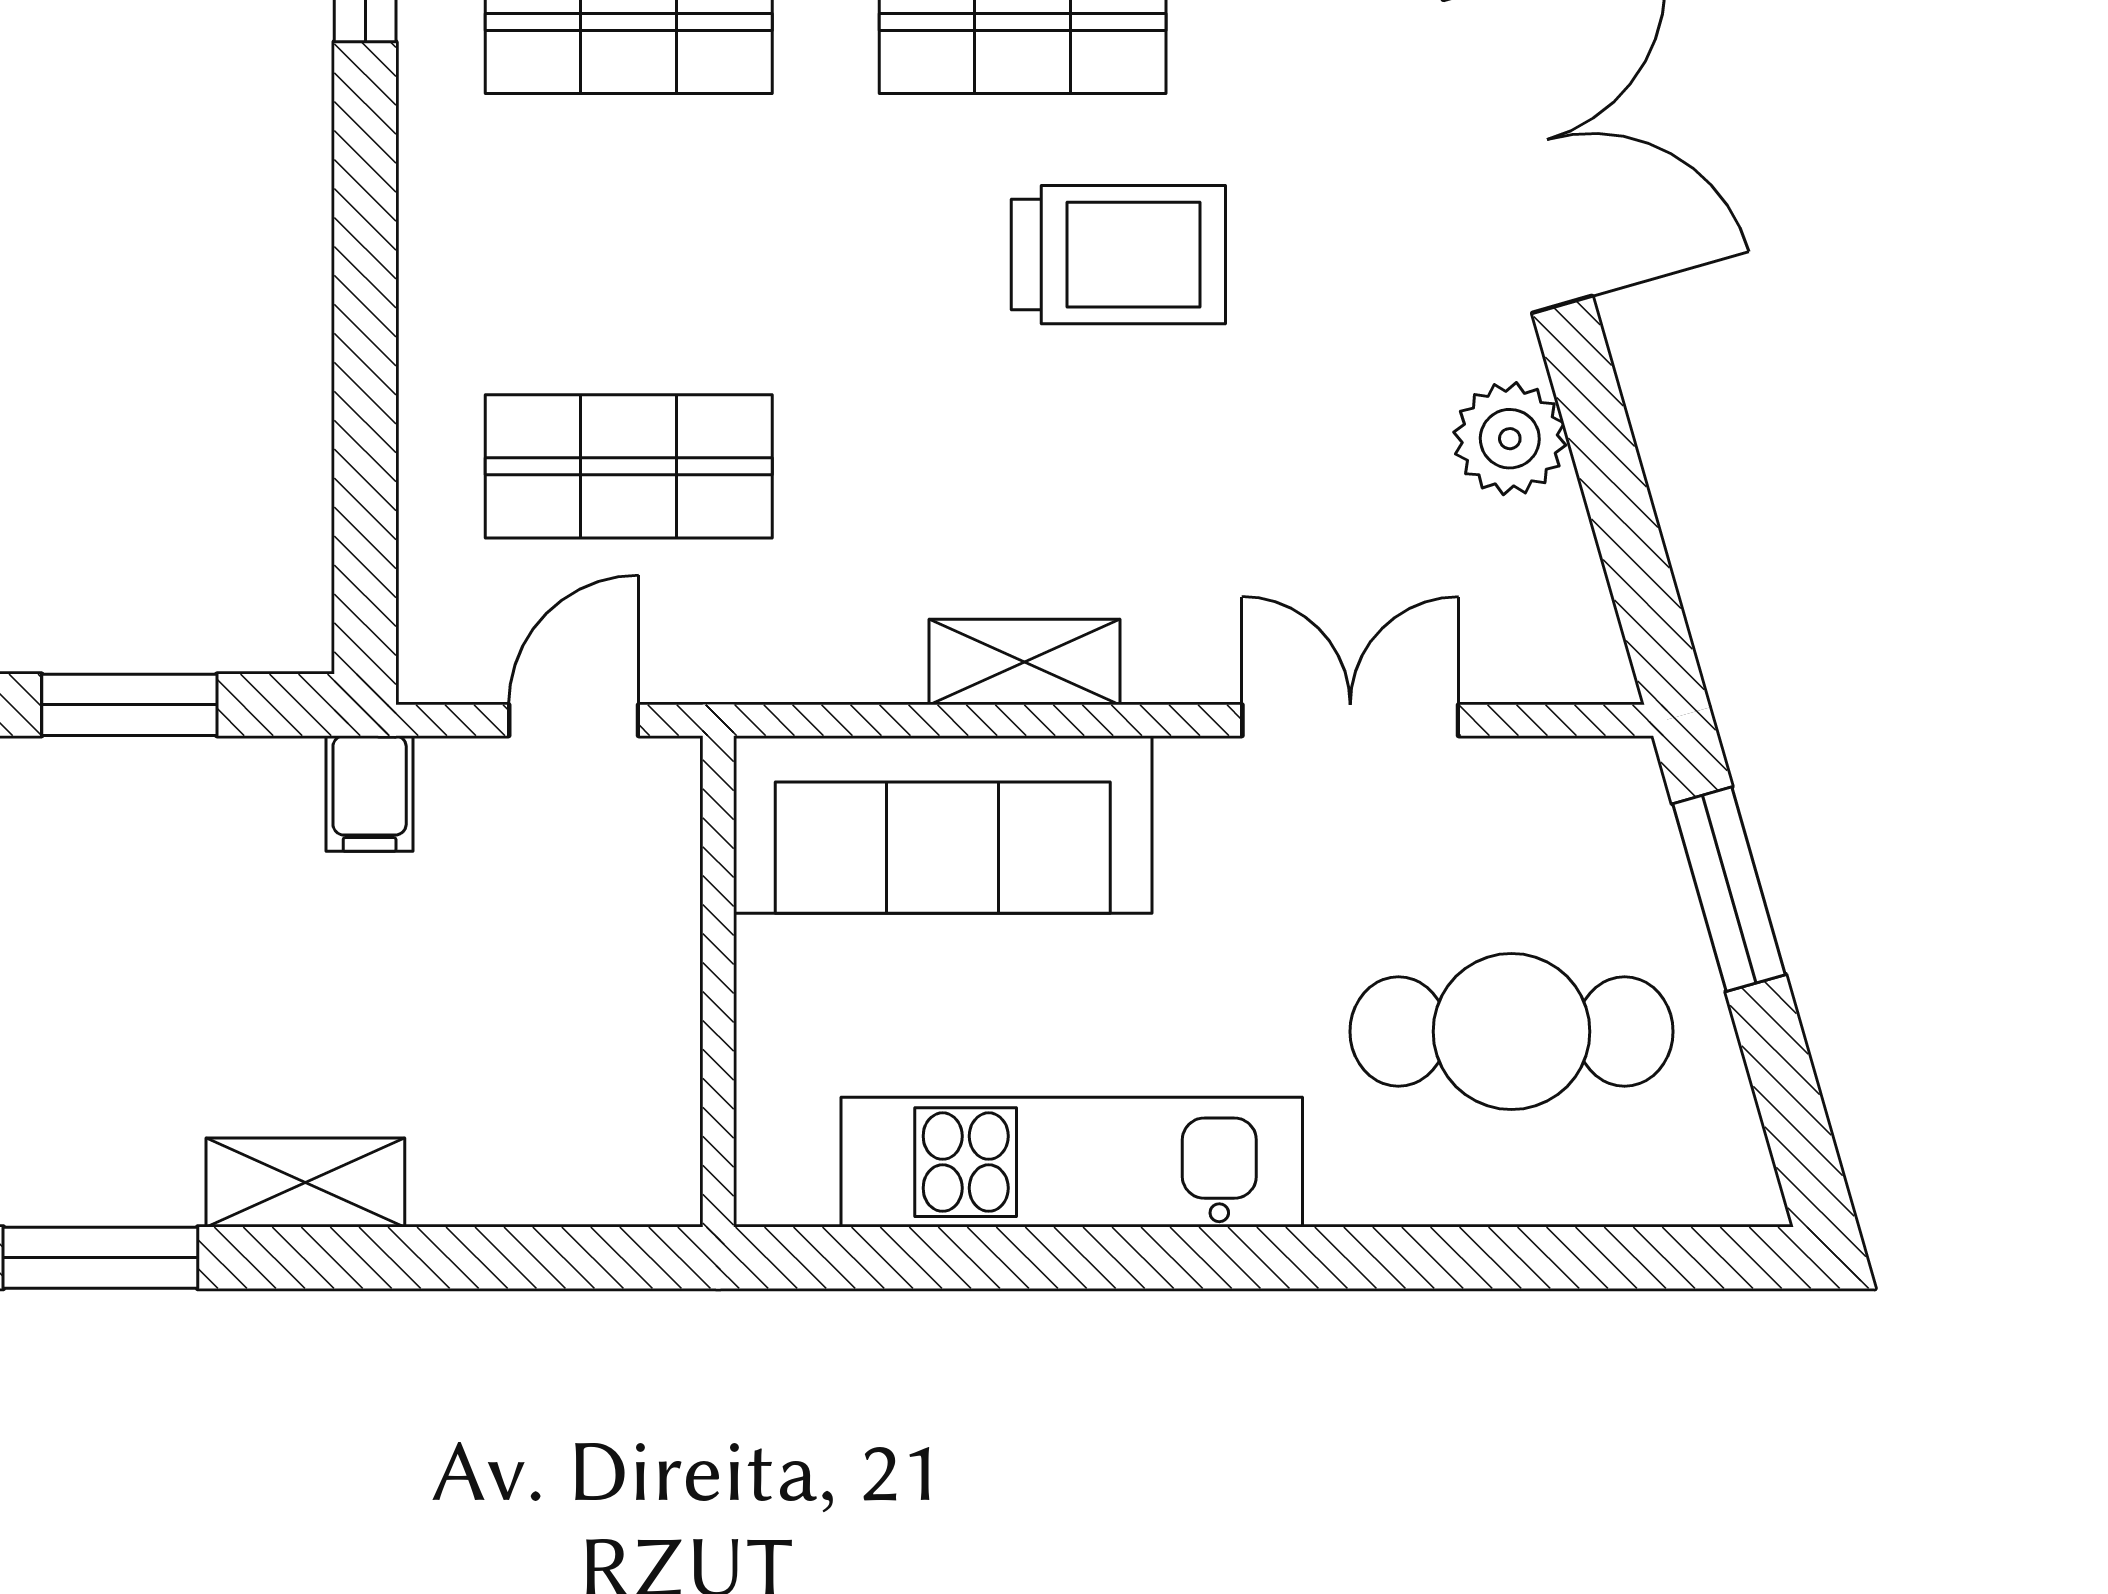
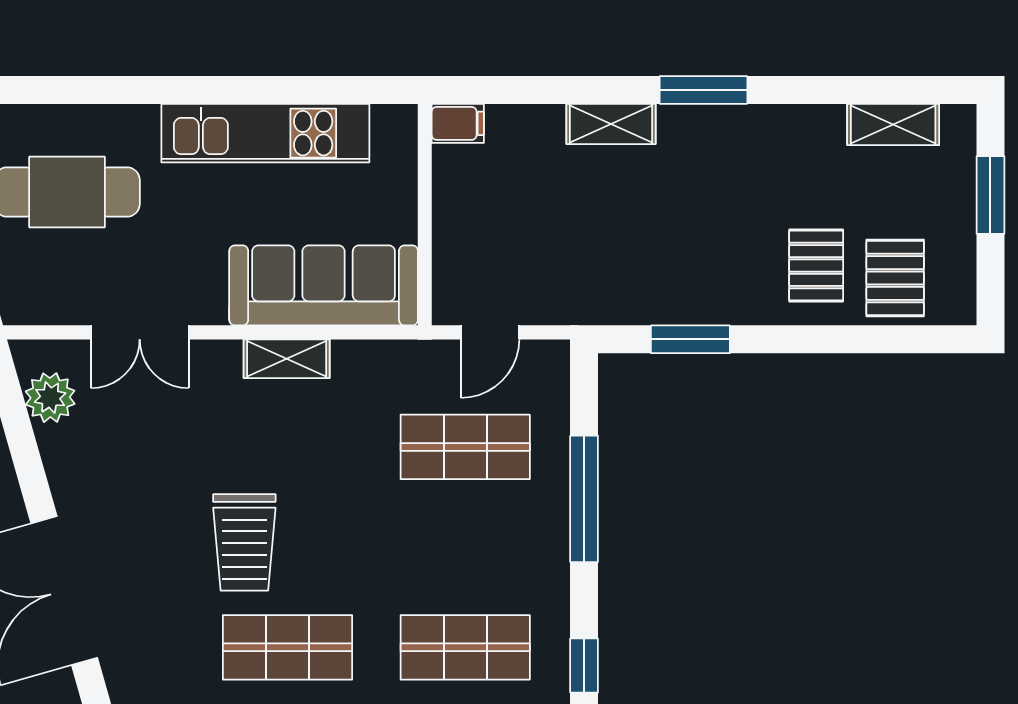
trolley: (1118, 255) -> (244, 542), turned -90
window: (365, 351) -> (584, 499), added
plant: (1510, 439) -> (50, 398), moved
filing cabinet: (370, 793) -> (458, 123), moved, turned 90

